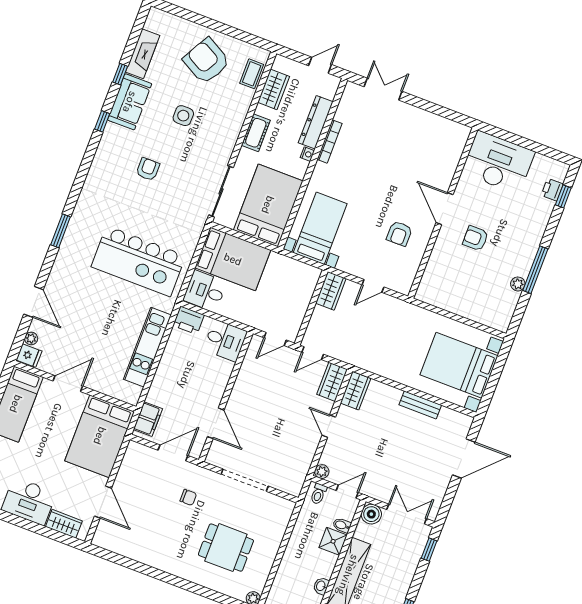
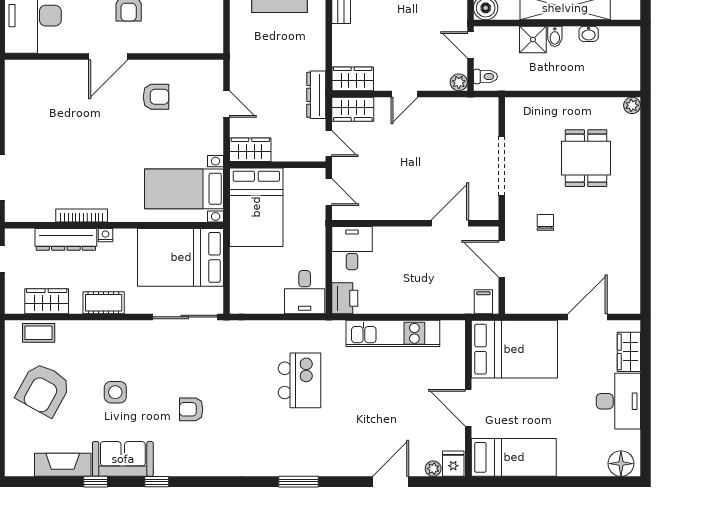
bed: (233, 259) -> (256, 207), moved, turned 180
kitchen island: (138, 261) -> (299, 380), width x0.54, depth x0.78
dresser: (354, 358) -> (316, 95), added
filing cabinet: (148, 419) -> (483, 302), width x0.50
bidet: (342, 525) -> (555, 36), moved

